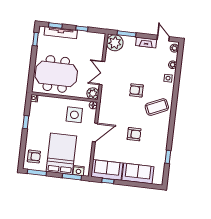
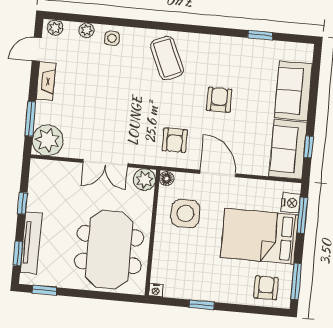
armchair: (136, 90) -> (175, 140), moved

